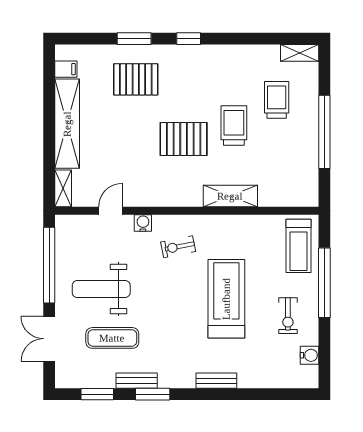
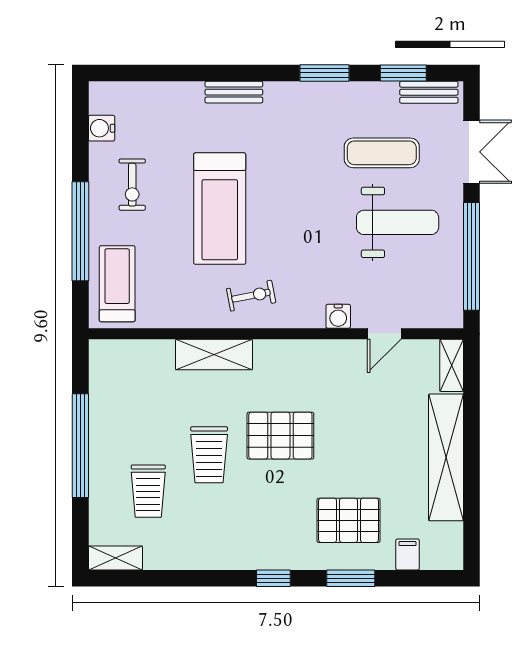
filing cabinet: (66, 69) -> (408, 554), moved, turned 90
exercise bike: (178, 247) -> (251, 296), moved
exercise bike: (288, 316) -> (132, 185), turned 180
bench: (137, 381) -> (429, 92), moved

